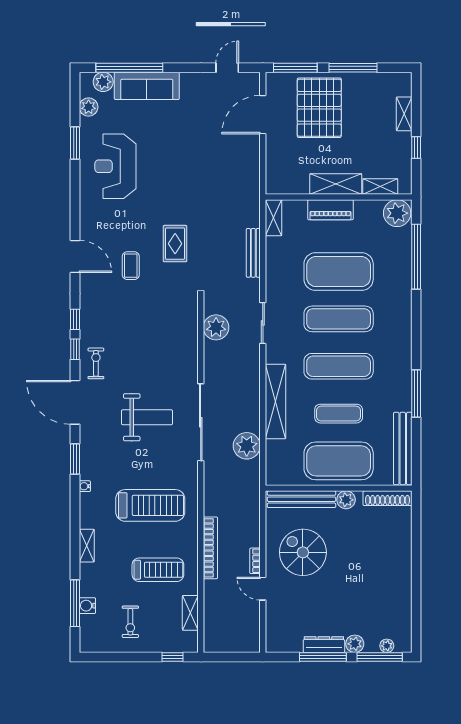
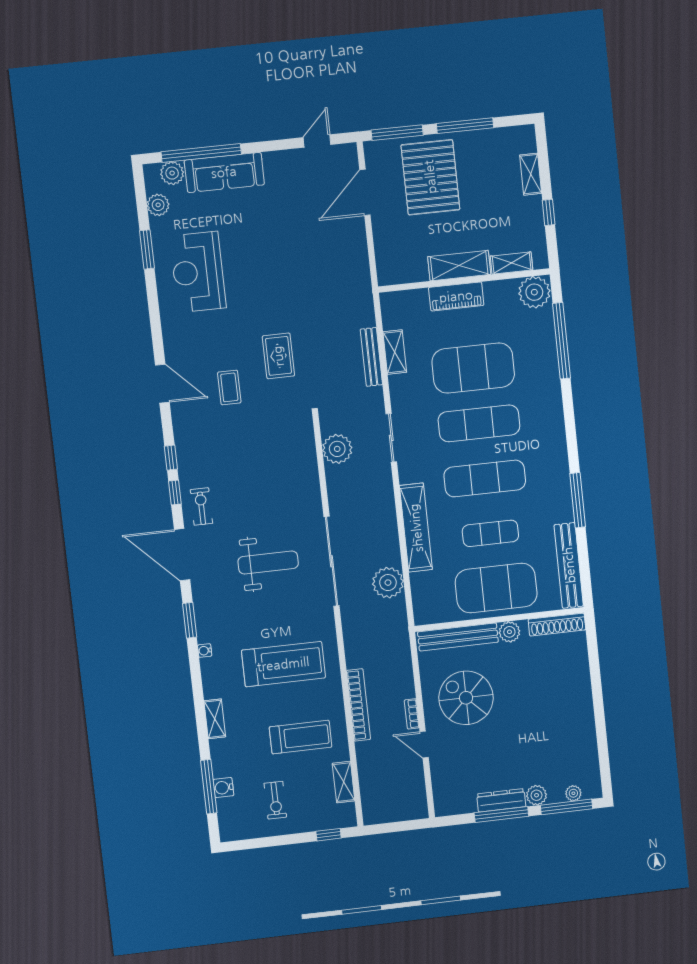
shelving: (274, 218) -> (395, 352), moved

